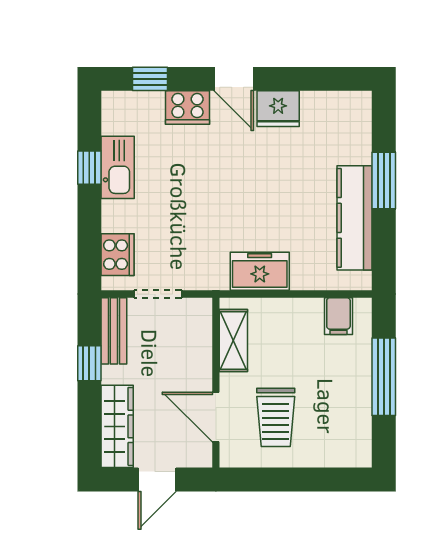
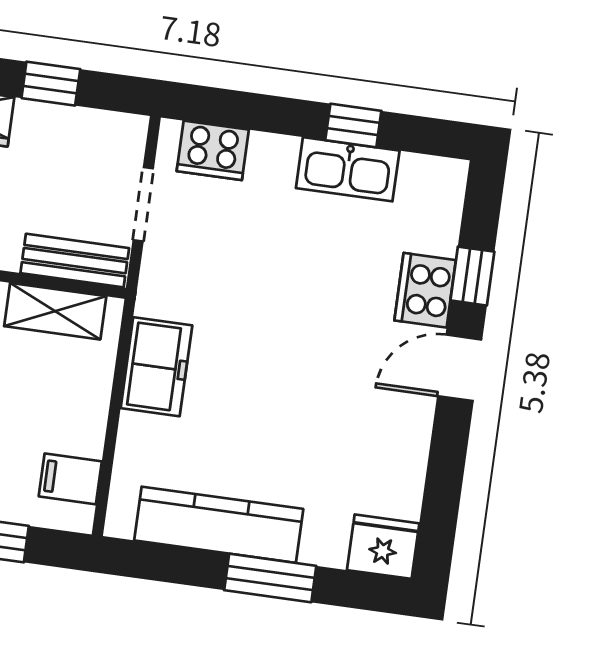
window: (150, 79) -> (472, 276), moved
fridge: (278, 109) -> (383, 547), moved, turned 90
bench: (114, 331) -> (75, 261), moved

